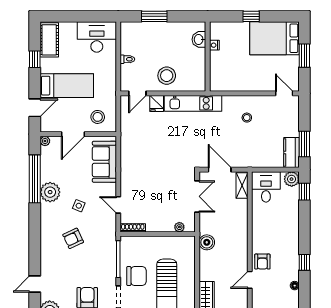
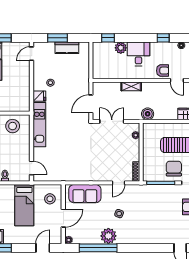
stool: (167, 76) -> (13, 126), moved
bed: (67, 86) -> (24, 205), moved, turned 180
fridge: (157, 103) -> (39, 96), moved
door: (35, 108) -> (43, 248), hinge flipped
door: (73, 134) -> (63, 218), hinge flipped
window: (304, 144) -> (58, 38), moved
kitchen counter: (291, 152) -> (67, 48), moved
plant: (292, 179) -> (121, 48), moved
shelving: (242, 186) -> (131, 86), moved
desk: (266, 187) -> (138, 54), moved, turned 90
armchair: (73, 238) -> (145, 218), removed

